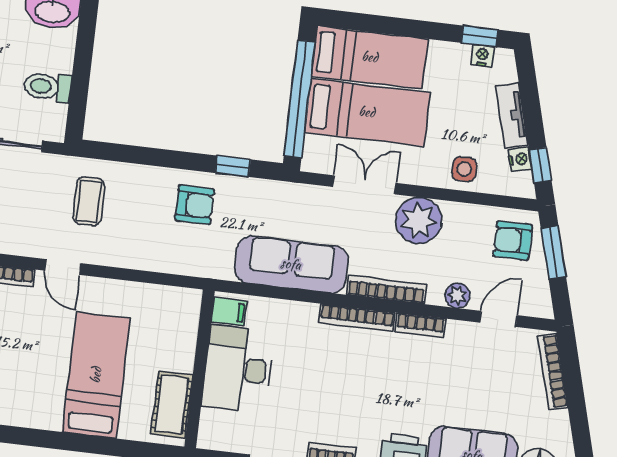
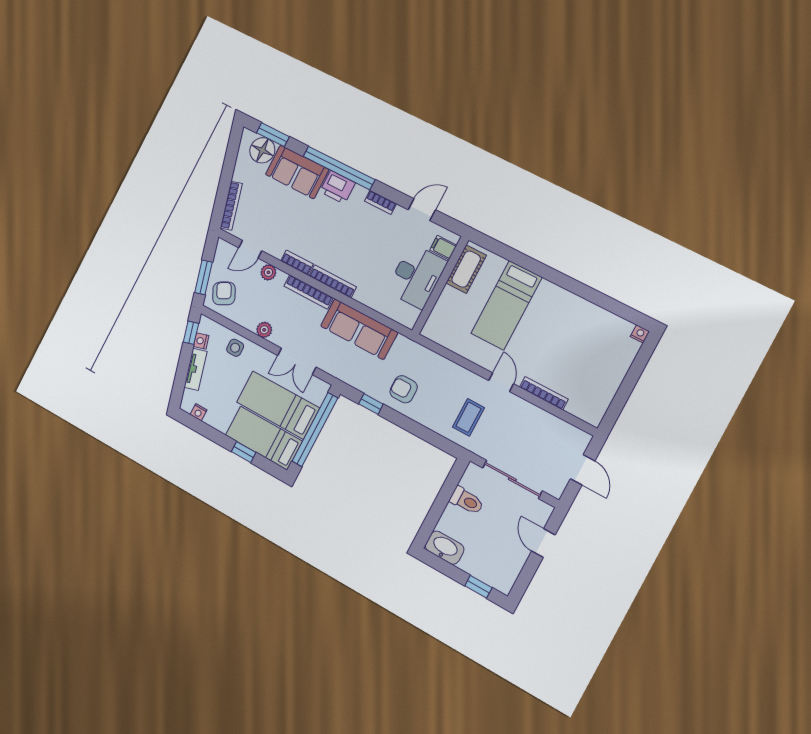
window: (480, 36) -> (244, 452), moved
plant: (419, 220) -> (264, 330), width x0.53, depth x0.53
armchair: (513, 241) -> (224, 293), turned -117
filing cabinet: (229, 311) -> (443, 248), moved

